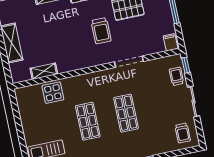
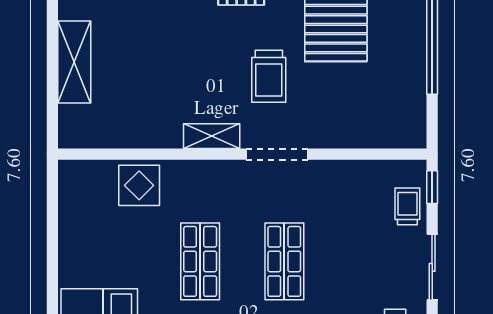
filing cabinet: (171, 42) -> (410, 132), removed
doorway: (129, 62) -> (277, 154), moved
shelving: (44, 71) -> (212, 136), moved

